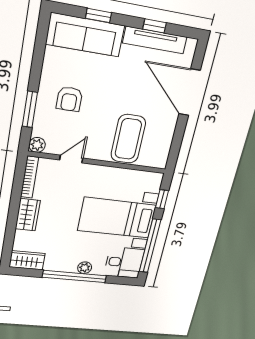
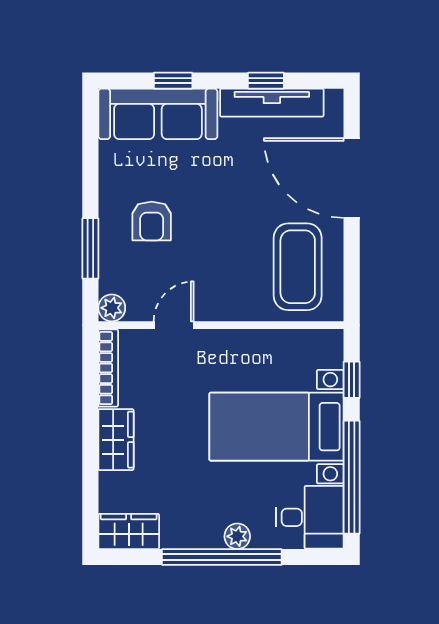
coffee table: (128, 139) -> (298, 267), moved

